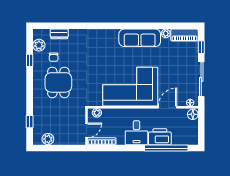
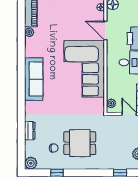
dresser: (59, 34) -> (30, 131), moved
sofa: (140, 38) -> (34, 79), moved
plant: (39, 45) -> (31, 163), moved

